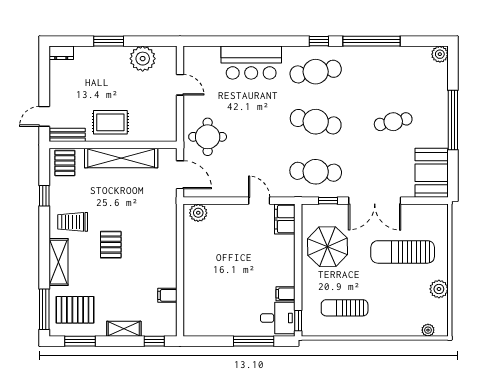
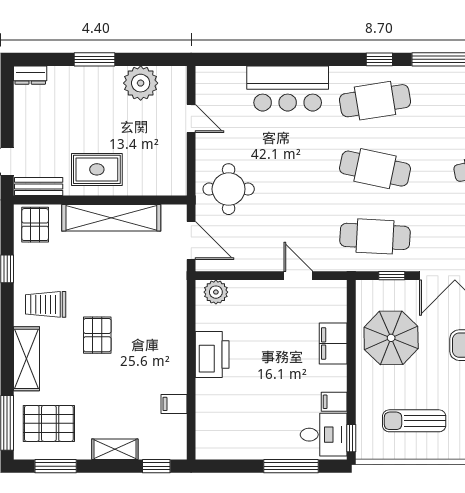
filing cabinet: (285, 219) -> (333, 343), moved
printer: (195, 259) -> (212, 354), added

